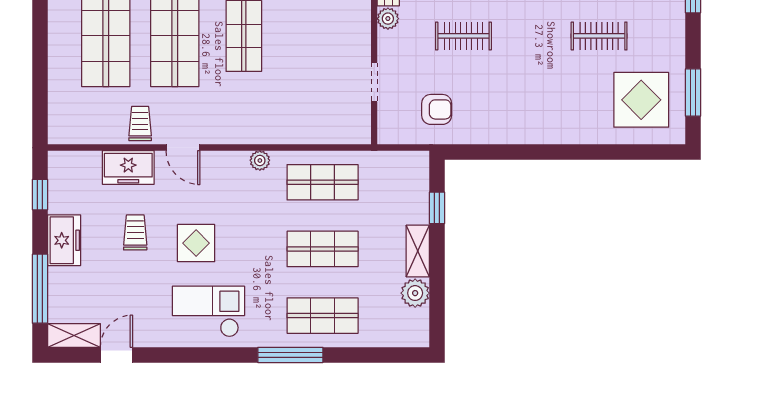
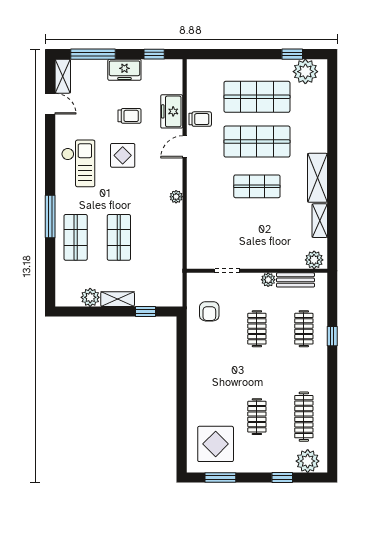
shop shelf: (323, 182) -> (162, 237), removed

